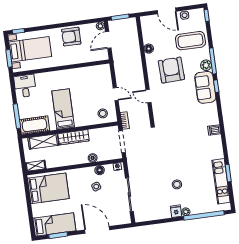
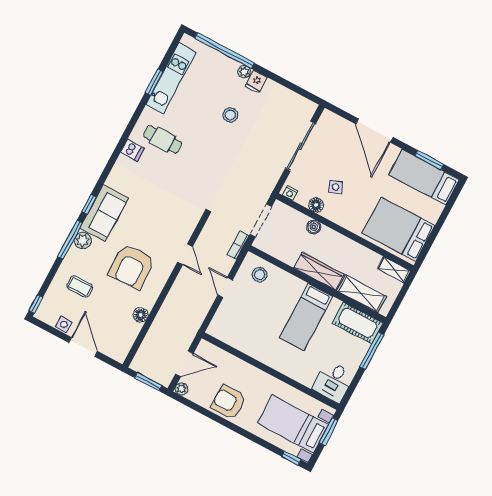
armchair: (71, 37) -> (229, 402), turned 180
coffee table: (190, 41) -> (80, 286), width x0.54, depth x0.58
cafe table: (203, 147) -> (163, 139), added

